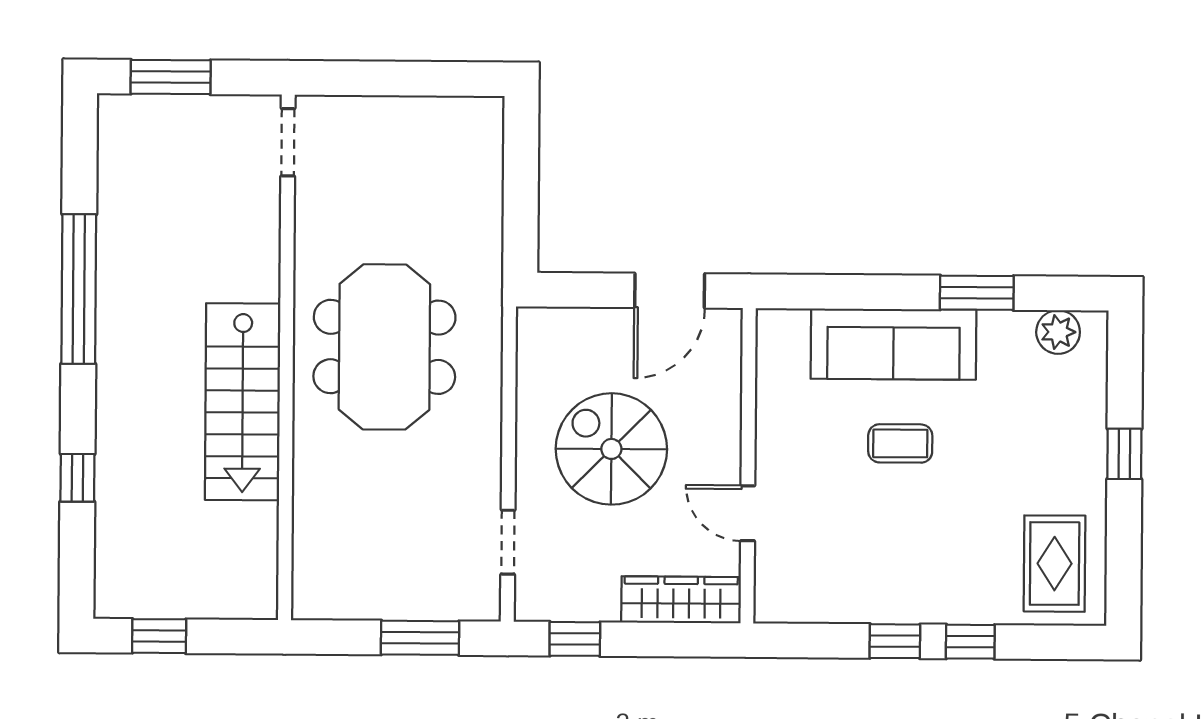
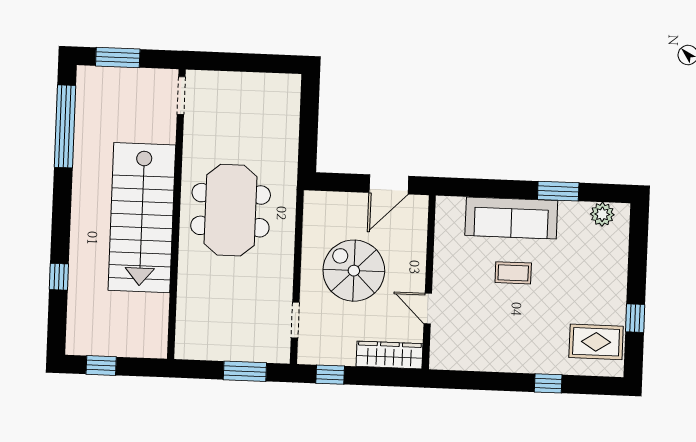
window: (79, 289) -> (65, 126), moved
stairs: (243, 402) -> (142, 218), width x1.36, depth x1.51
window: (1124, 454) -> (635, 318), moved
rug: (1055, 564) -> (596, 342), turned 90
window: (895, 641) -> (507, 382), removed

